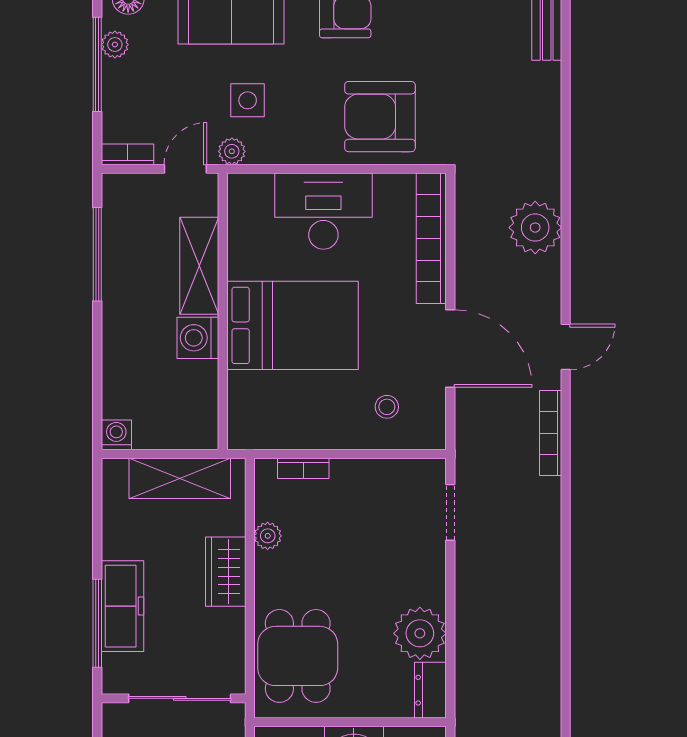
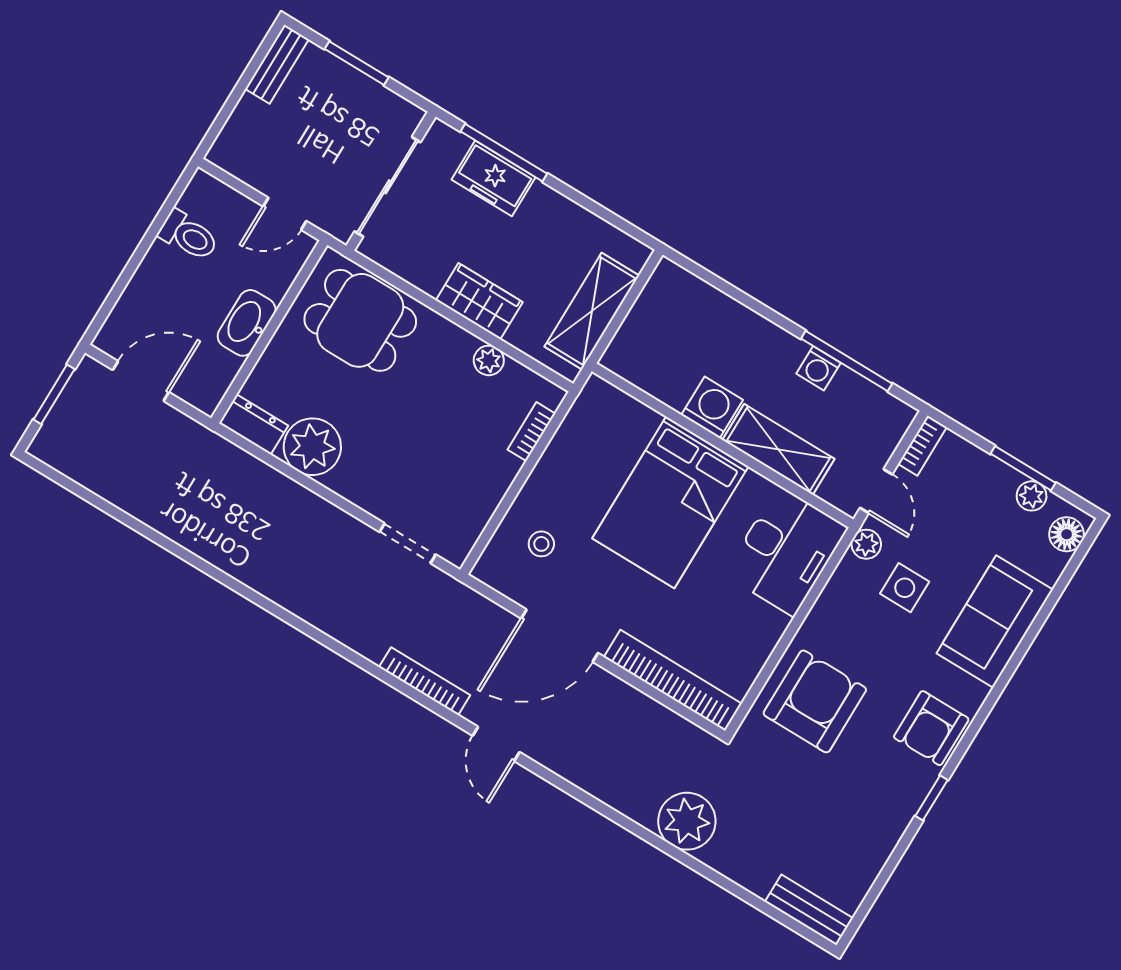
window: (97, 64) -> (1023, 468), width x0.69
desk: (323, 211) -> (786, 551), moved
plant: (535, 228) -> (687, 821), moved
washing machine: (116, 435) -> (819, 368), moved, turned 90
freezer: (122, 606) -> (493, 178), width x0.71

